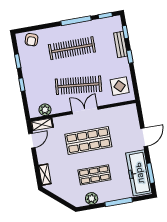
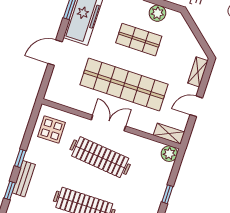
plant: (45, 110) -> (169, 154), moved
double door: (85, 110) -> (108, 123), swing flipped
door: (32, 141) -> (196, 106), moved
shop shelf: (88, 141) -> (124, 85), width x1.40

